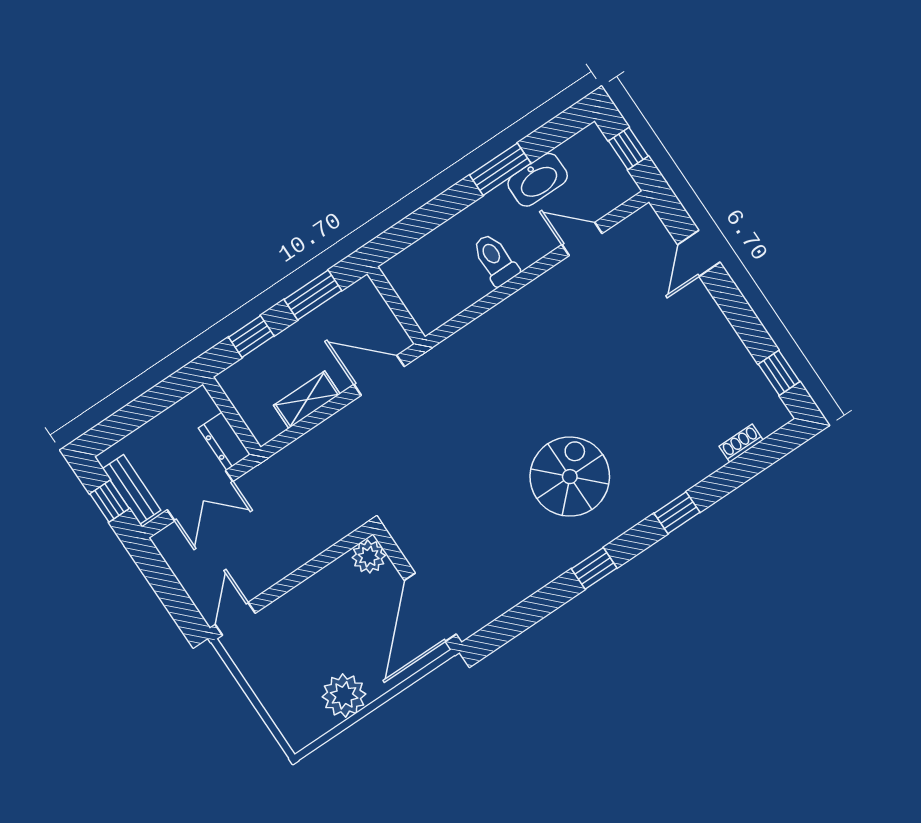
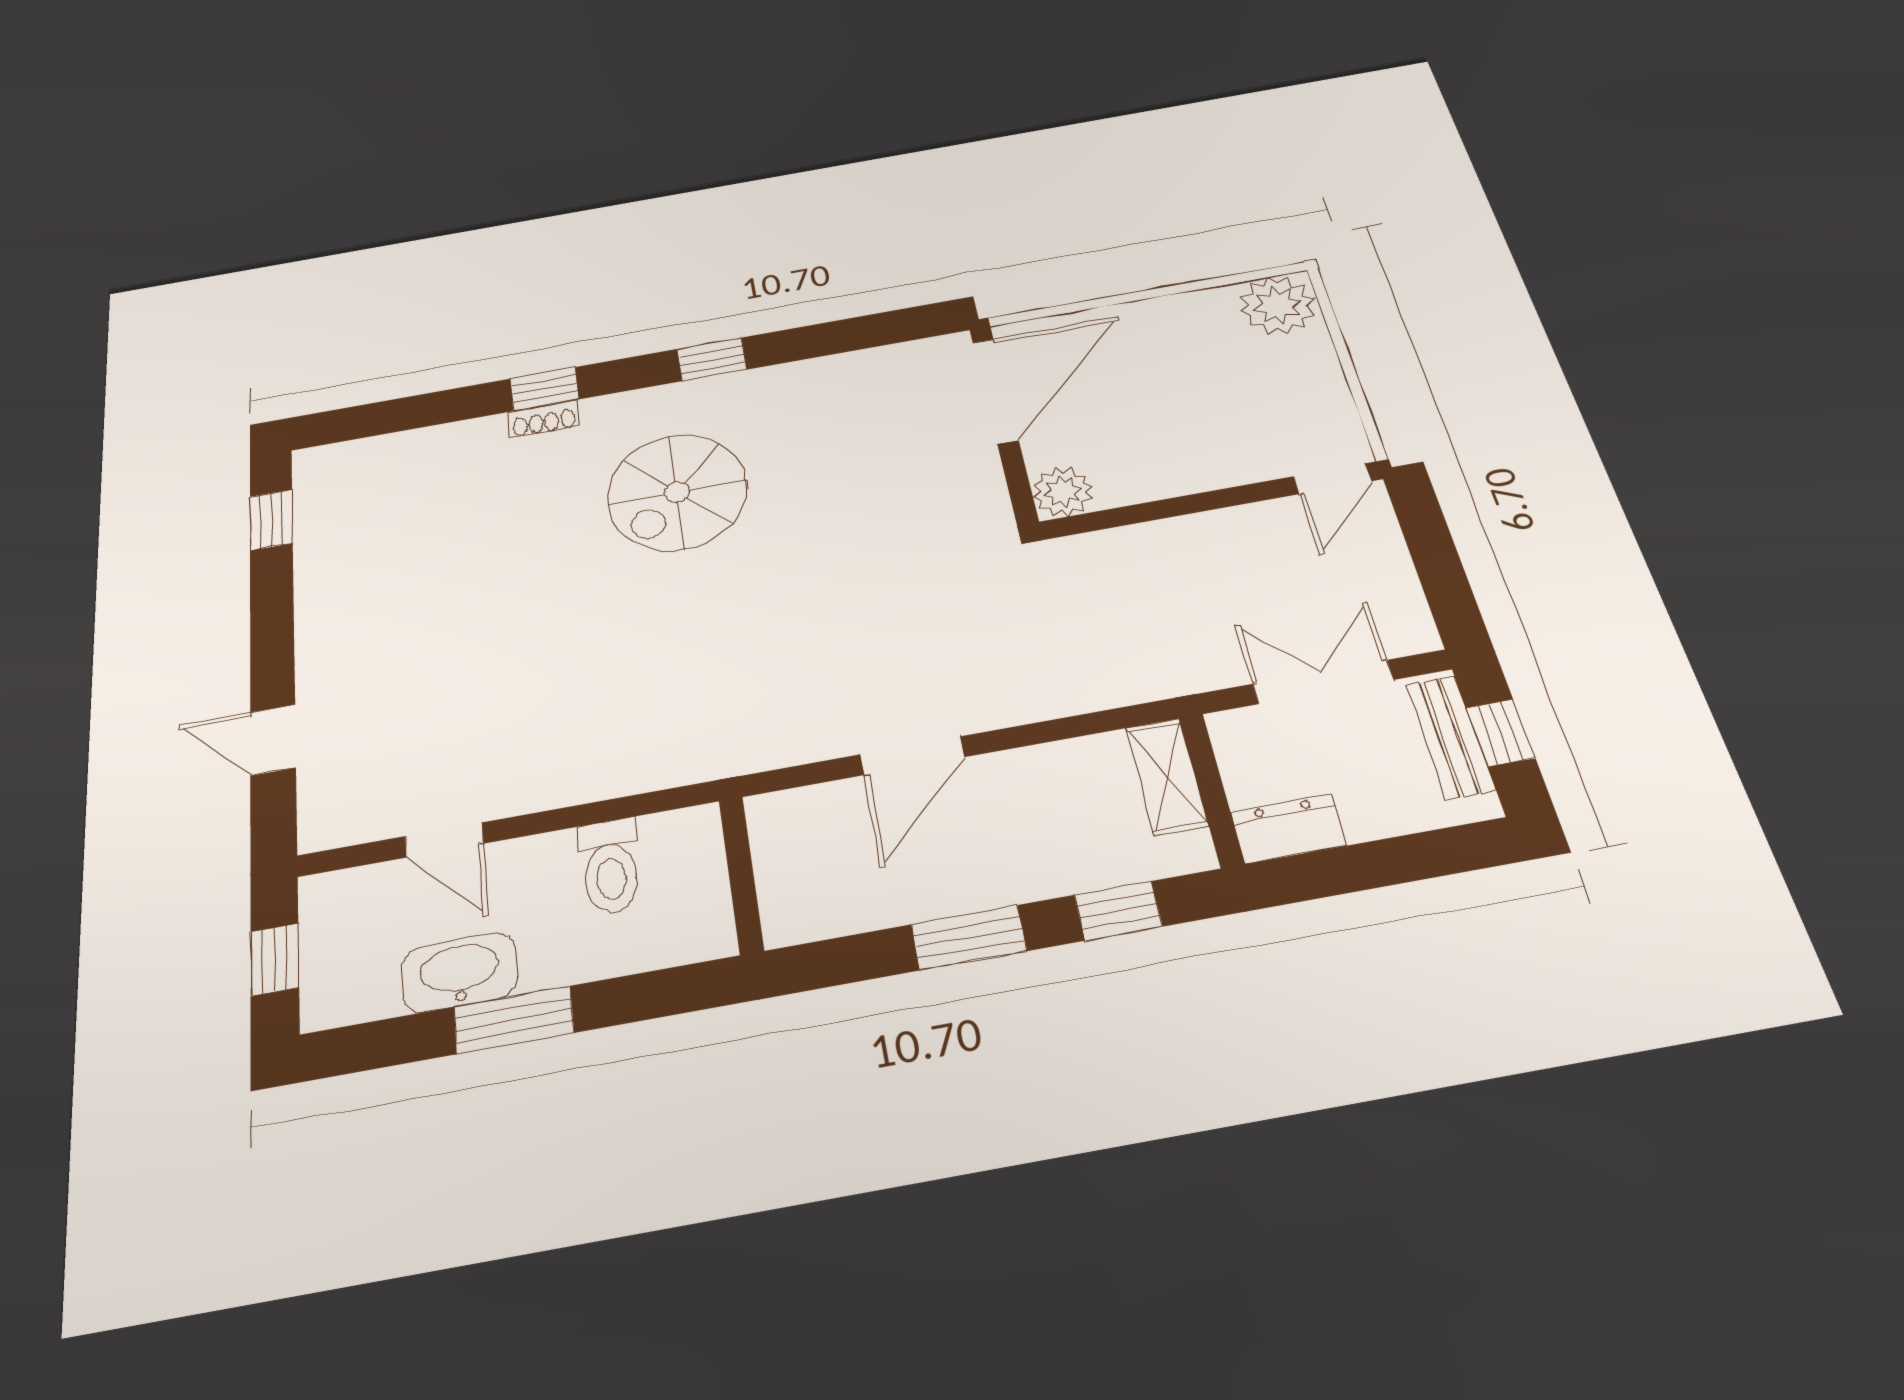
door: (699, 253) -> (273, 740), swing flipped
wall: (396, 305) -> (741, 874), moved
door: (379, 375) -> (912, 756), hinge flipped
shelving: (307, 400) -> (1167, 776), moved, turned 90
dresser: (224, 441) -> (1288, 829), moved, turned -90
shoe rack: (741, 443) -> (544, 419), moved
plant: (344, 695) -> (1277, 306), moved

